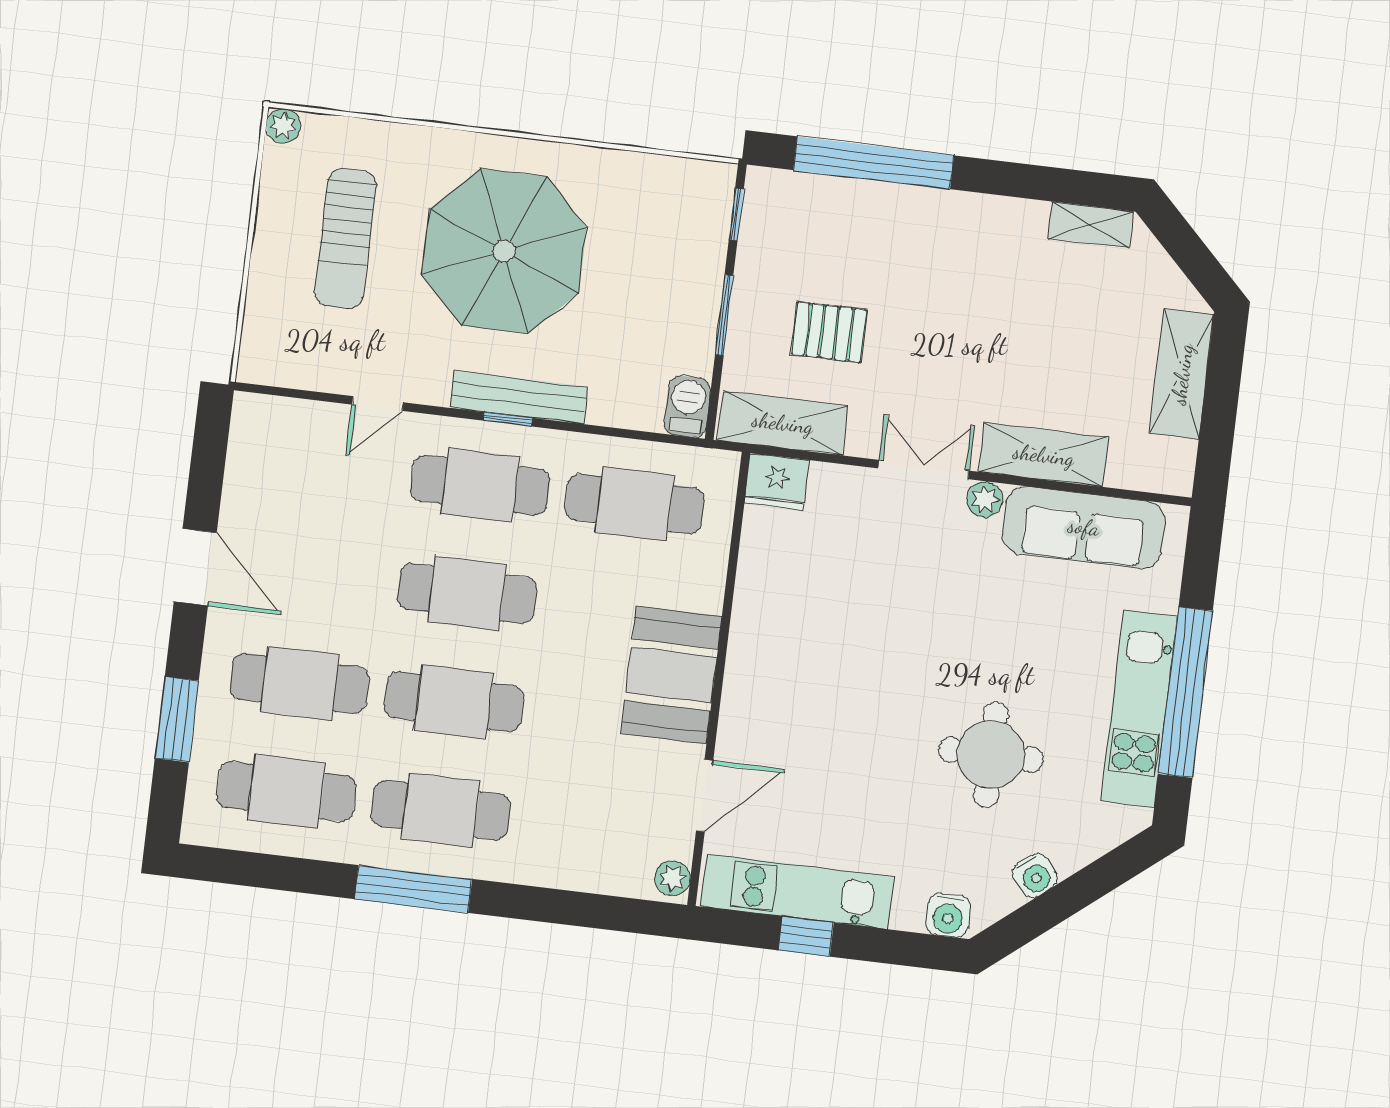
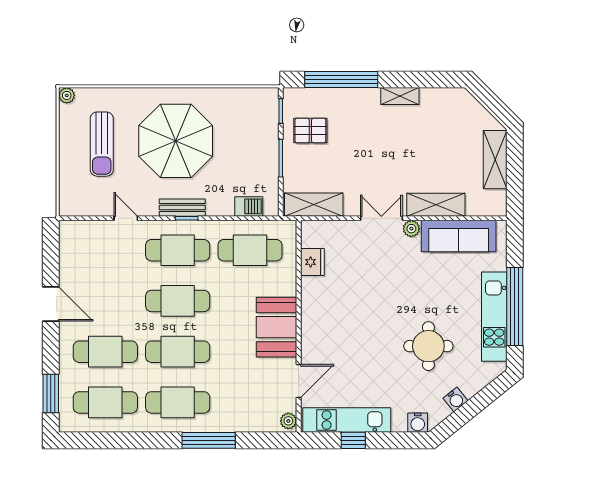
shelving: (1090, 225) -> (400, 96), moved
pallet: (829, 332) -> (310, 131), moved
bench: (519, 397) -> (182, 208), width x0.73
door: (378, 403) -> (126, 218), swing flipped
barbecue: (687, 407) -> (249, 206), moved, turned 90
fridge: (777, 482) -> (312, 262), moved, turned -90
window: (177, 720) -> (51, 394), moved
window: (413, 889) -> (209, 440), moved

